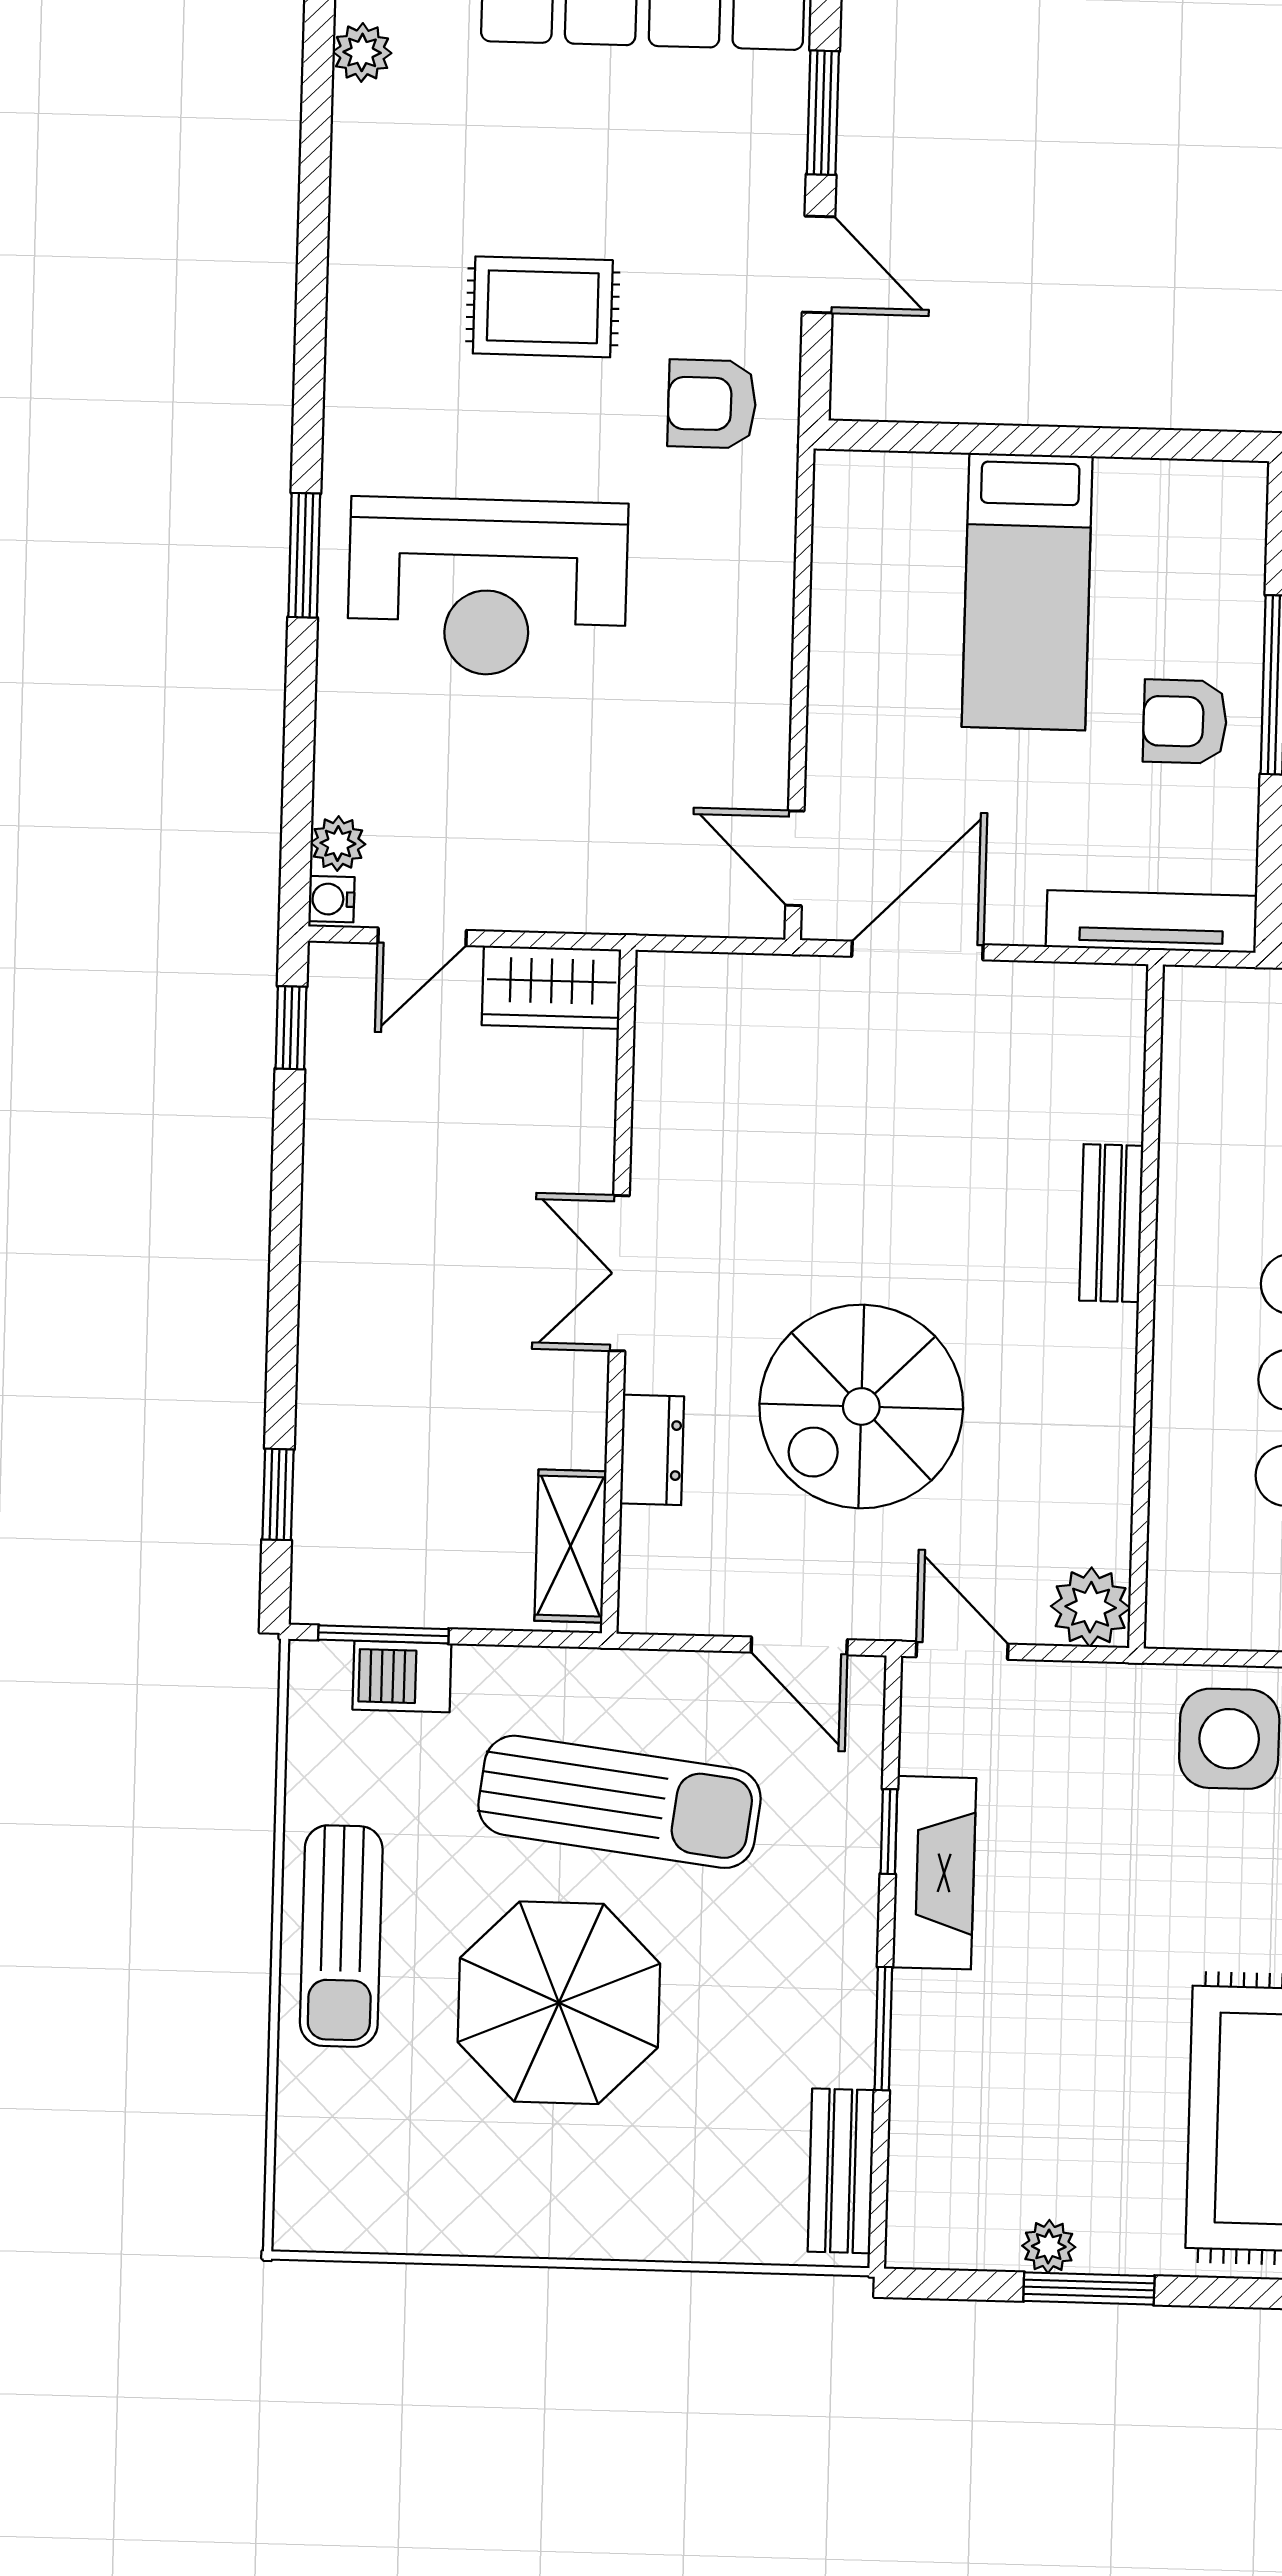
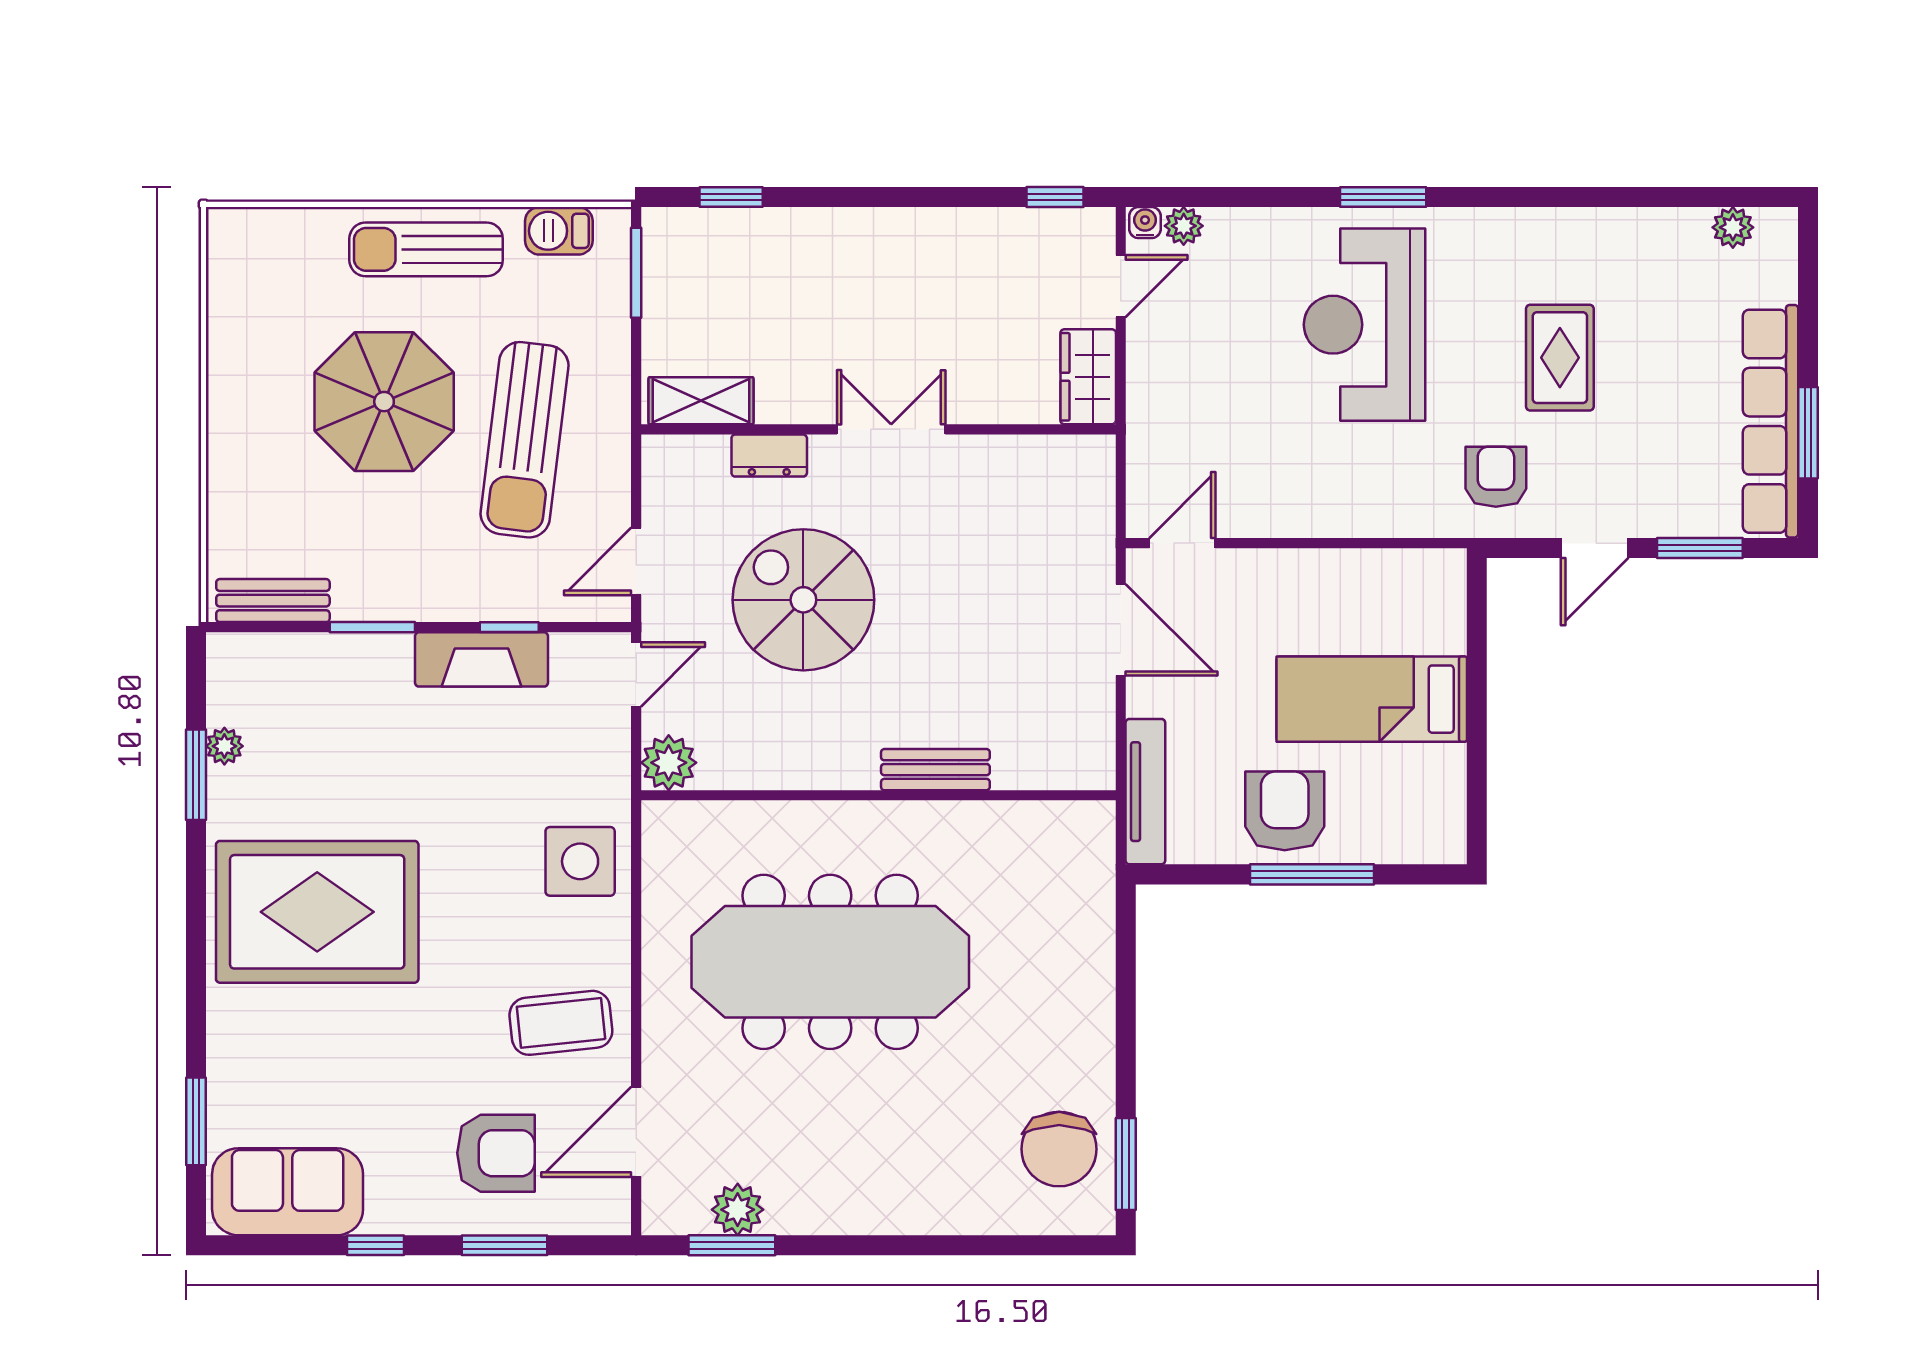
armchair: (1185, 722) -> (1285, 811), width x1.38, depth x1.38
door: (422, 937) -> (1121, 286), swing flipped
barbecue: (402, 1676) -> (559, 231), moved, turned -90

